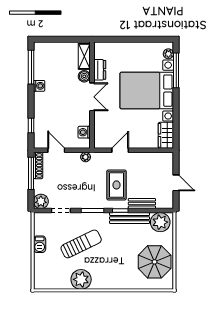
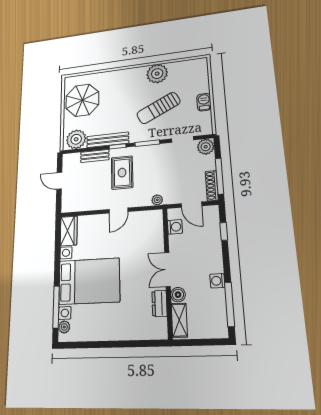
shelving: (84, 56) -> (179, 320), moved
dresser: (100, 70) -> (159, 304), moved
boiler: (84, 76) -> (178, 295), moved
wall: (92, 95) -> (168, 272), moved
double door: (92, 97) -> (167, 270), moved
washing machine: (84, 132) -> (175, 227), moved

